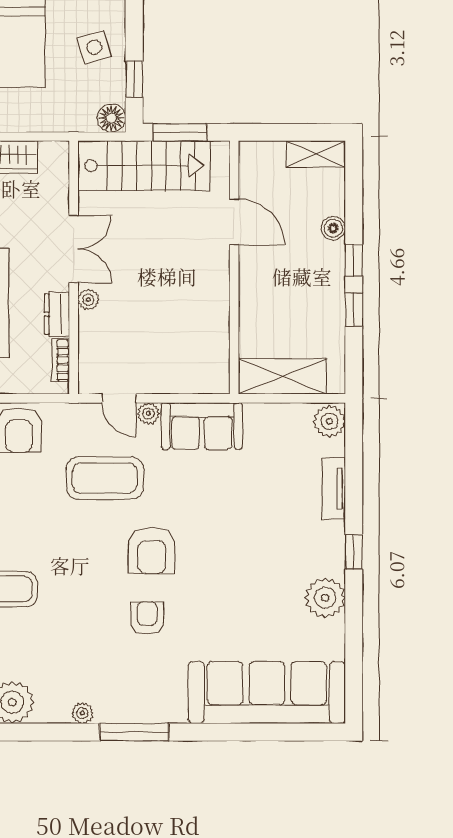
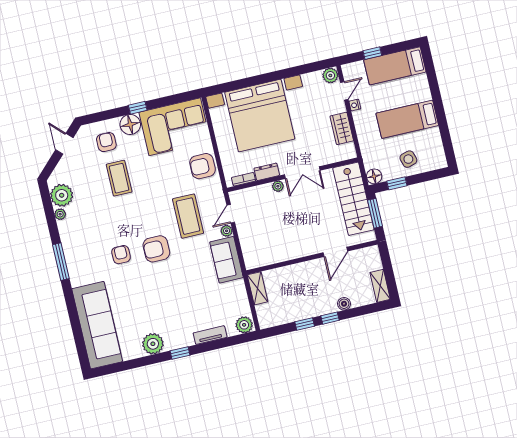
shelving: (283, 376) -> (258, 288), width x0.67, depth x0.75
armchair: (147, 618) -> (121, 255), turned -90
plant: (82, 713) -> (60, 214), moved

